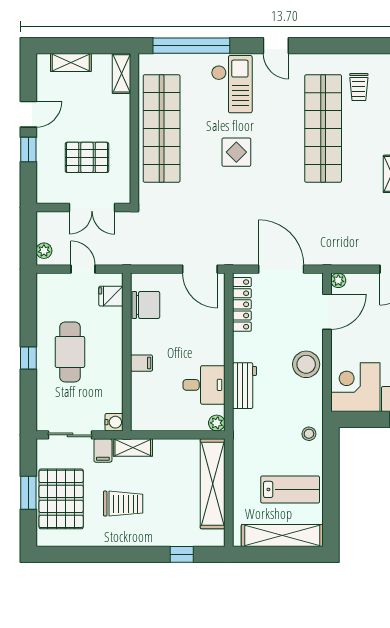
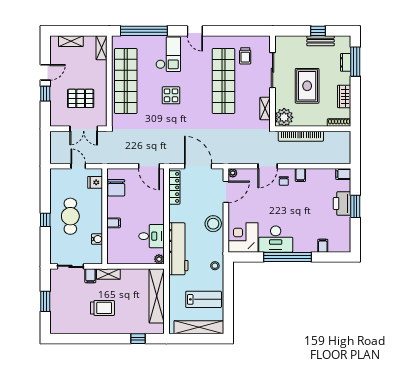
plant: (44, 251) -> (55, 155), removed
chair: (146, 305) -> (116, 188), turned 90
workbench: (245, 386) -> (178, 249), width x1.88, depth x1.32
water cooler: (114, 422) -> (97, 239), moved
pallet: (61, 499) -> (65, 305), removed

